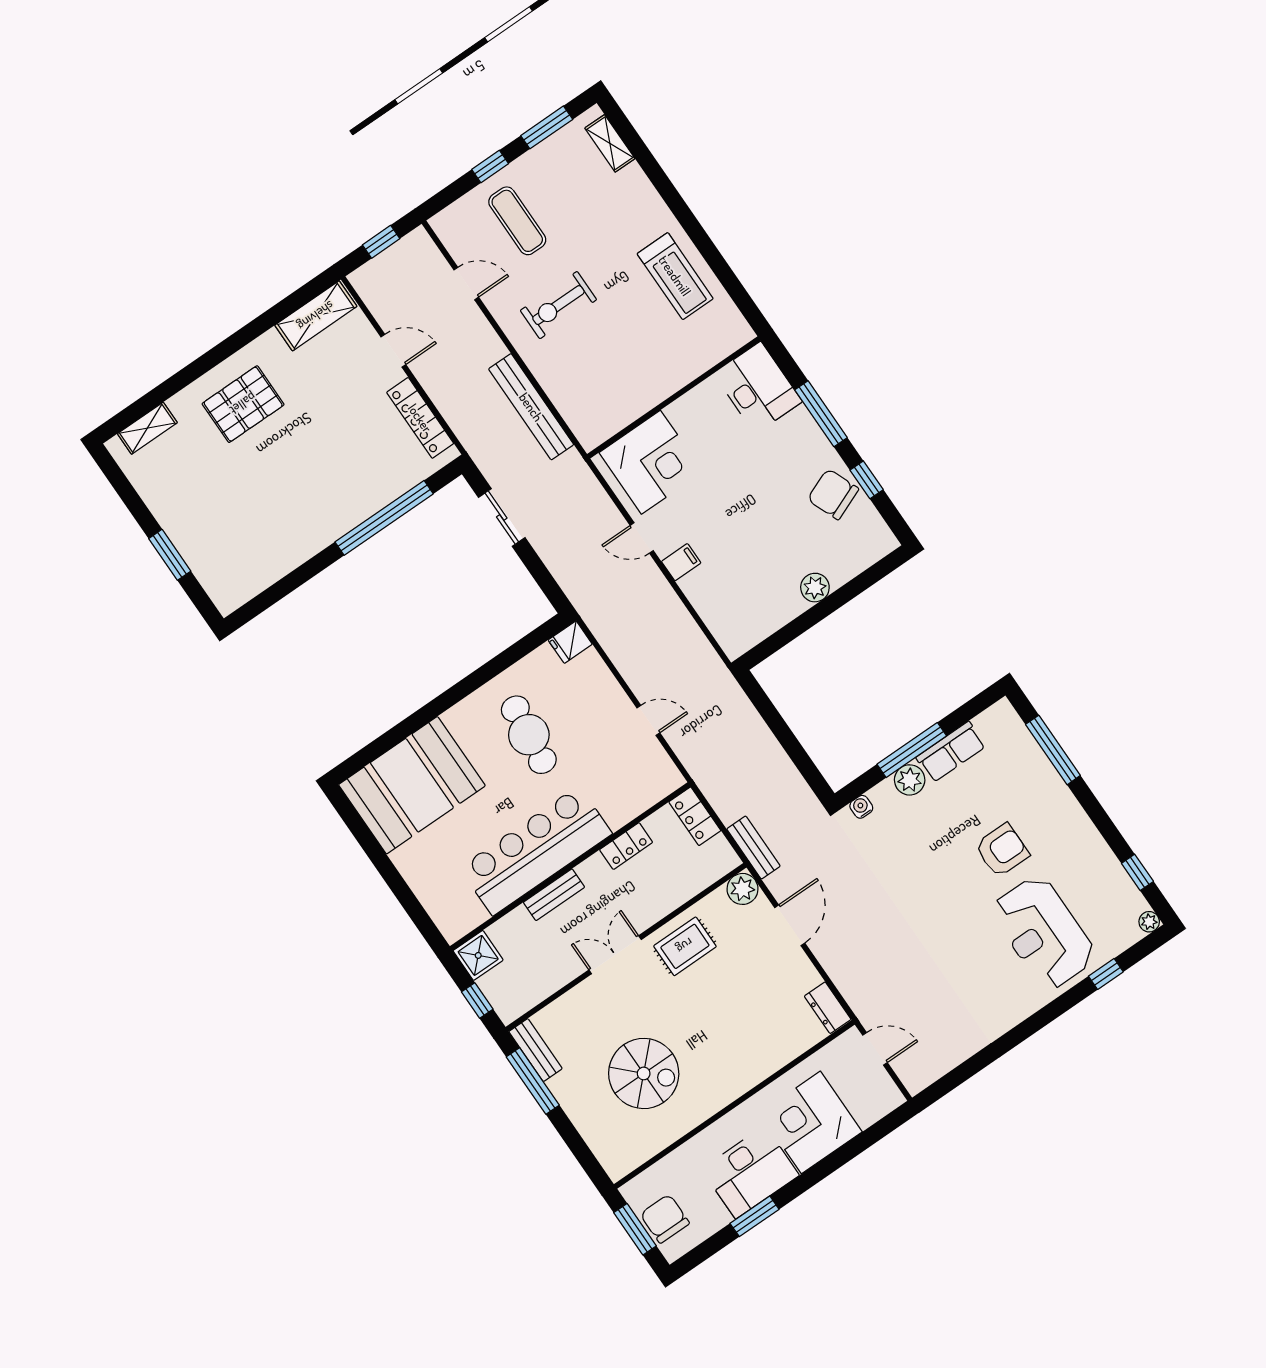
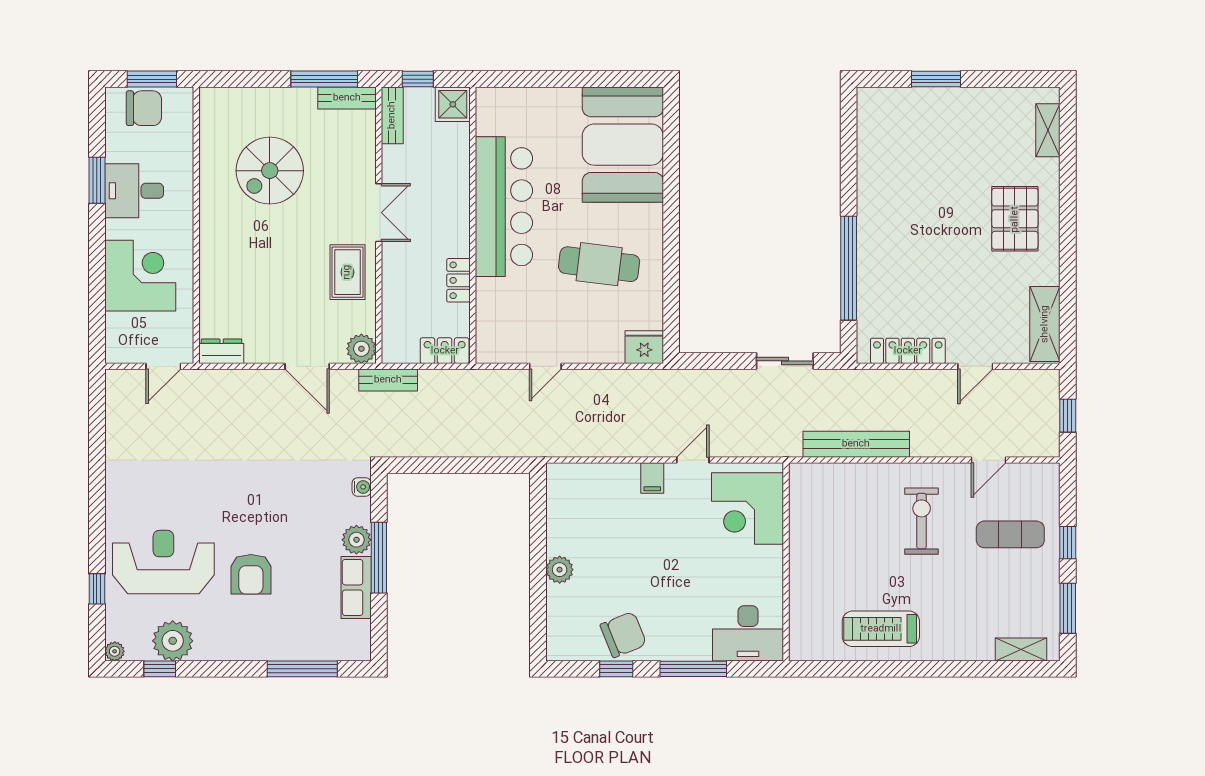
fridge: (570, 642) -> (644, 347), width x1.38
plant: (1106, 878) -> (173, 641), added
bench: (554, 895) -> (392, 115), moved
desk: (750, 1172) -> (134, 191), width x0.73

